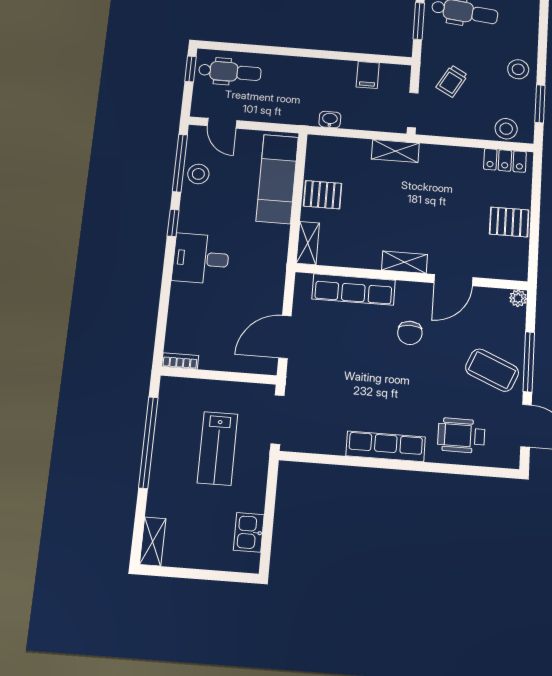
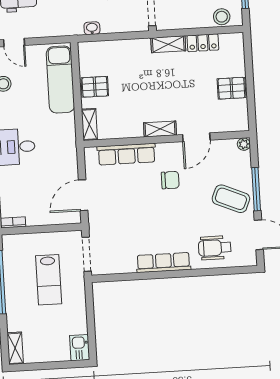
shelving: (395, 151) -> (168, 44), moved
locker: (505, 160) -> (203, 43), moved
chair: (410, 333) -> (170, 180), turned -90
kitchen sink: (249, 532) -> (80, 348), moved

